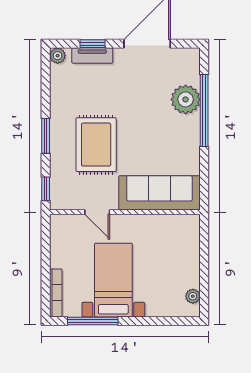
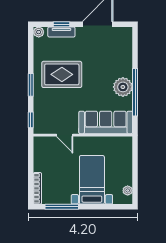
plant: (186, 99) -> (123, 87), moved
window: (204, 110) -> (135, 92), moved
rug: (96, 145) -> (62, 74), moved, turned 90
bed with nightstands: (113, 280) -> (92, 180), moved

